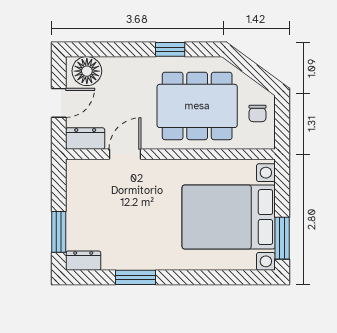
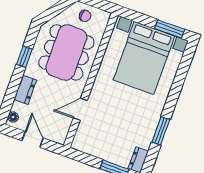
floor lamp: (87, 71) -> (13, 117), width x0.53, depth x0.53
dresser: (85, 139) -> (25, 90), moved, turned 180
door: (125, 154) -> (80, 109), hinge flipped

